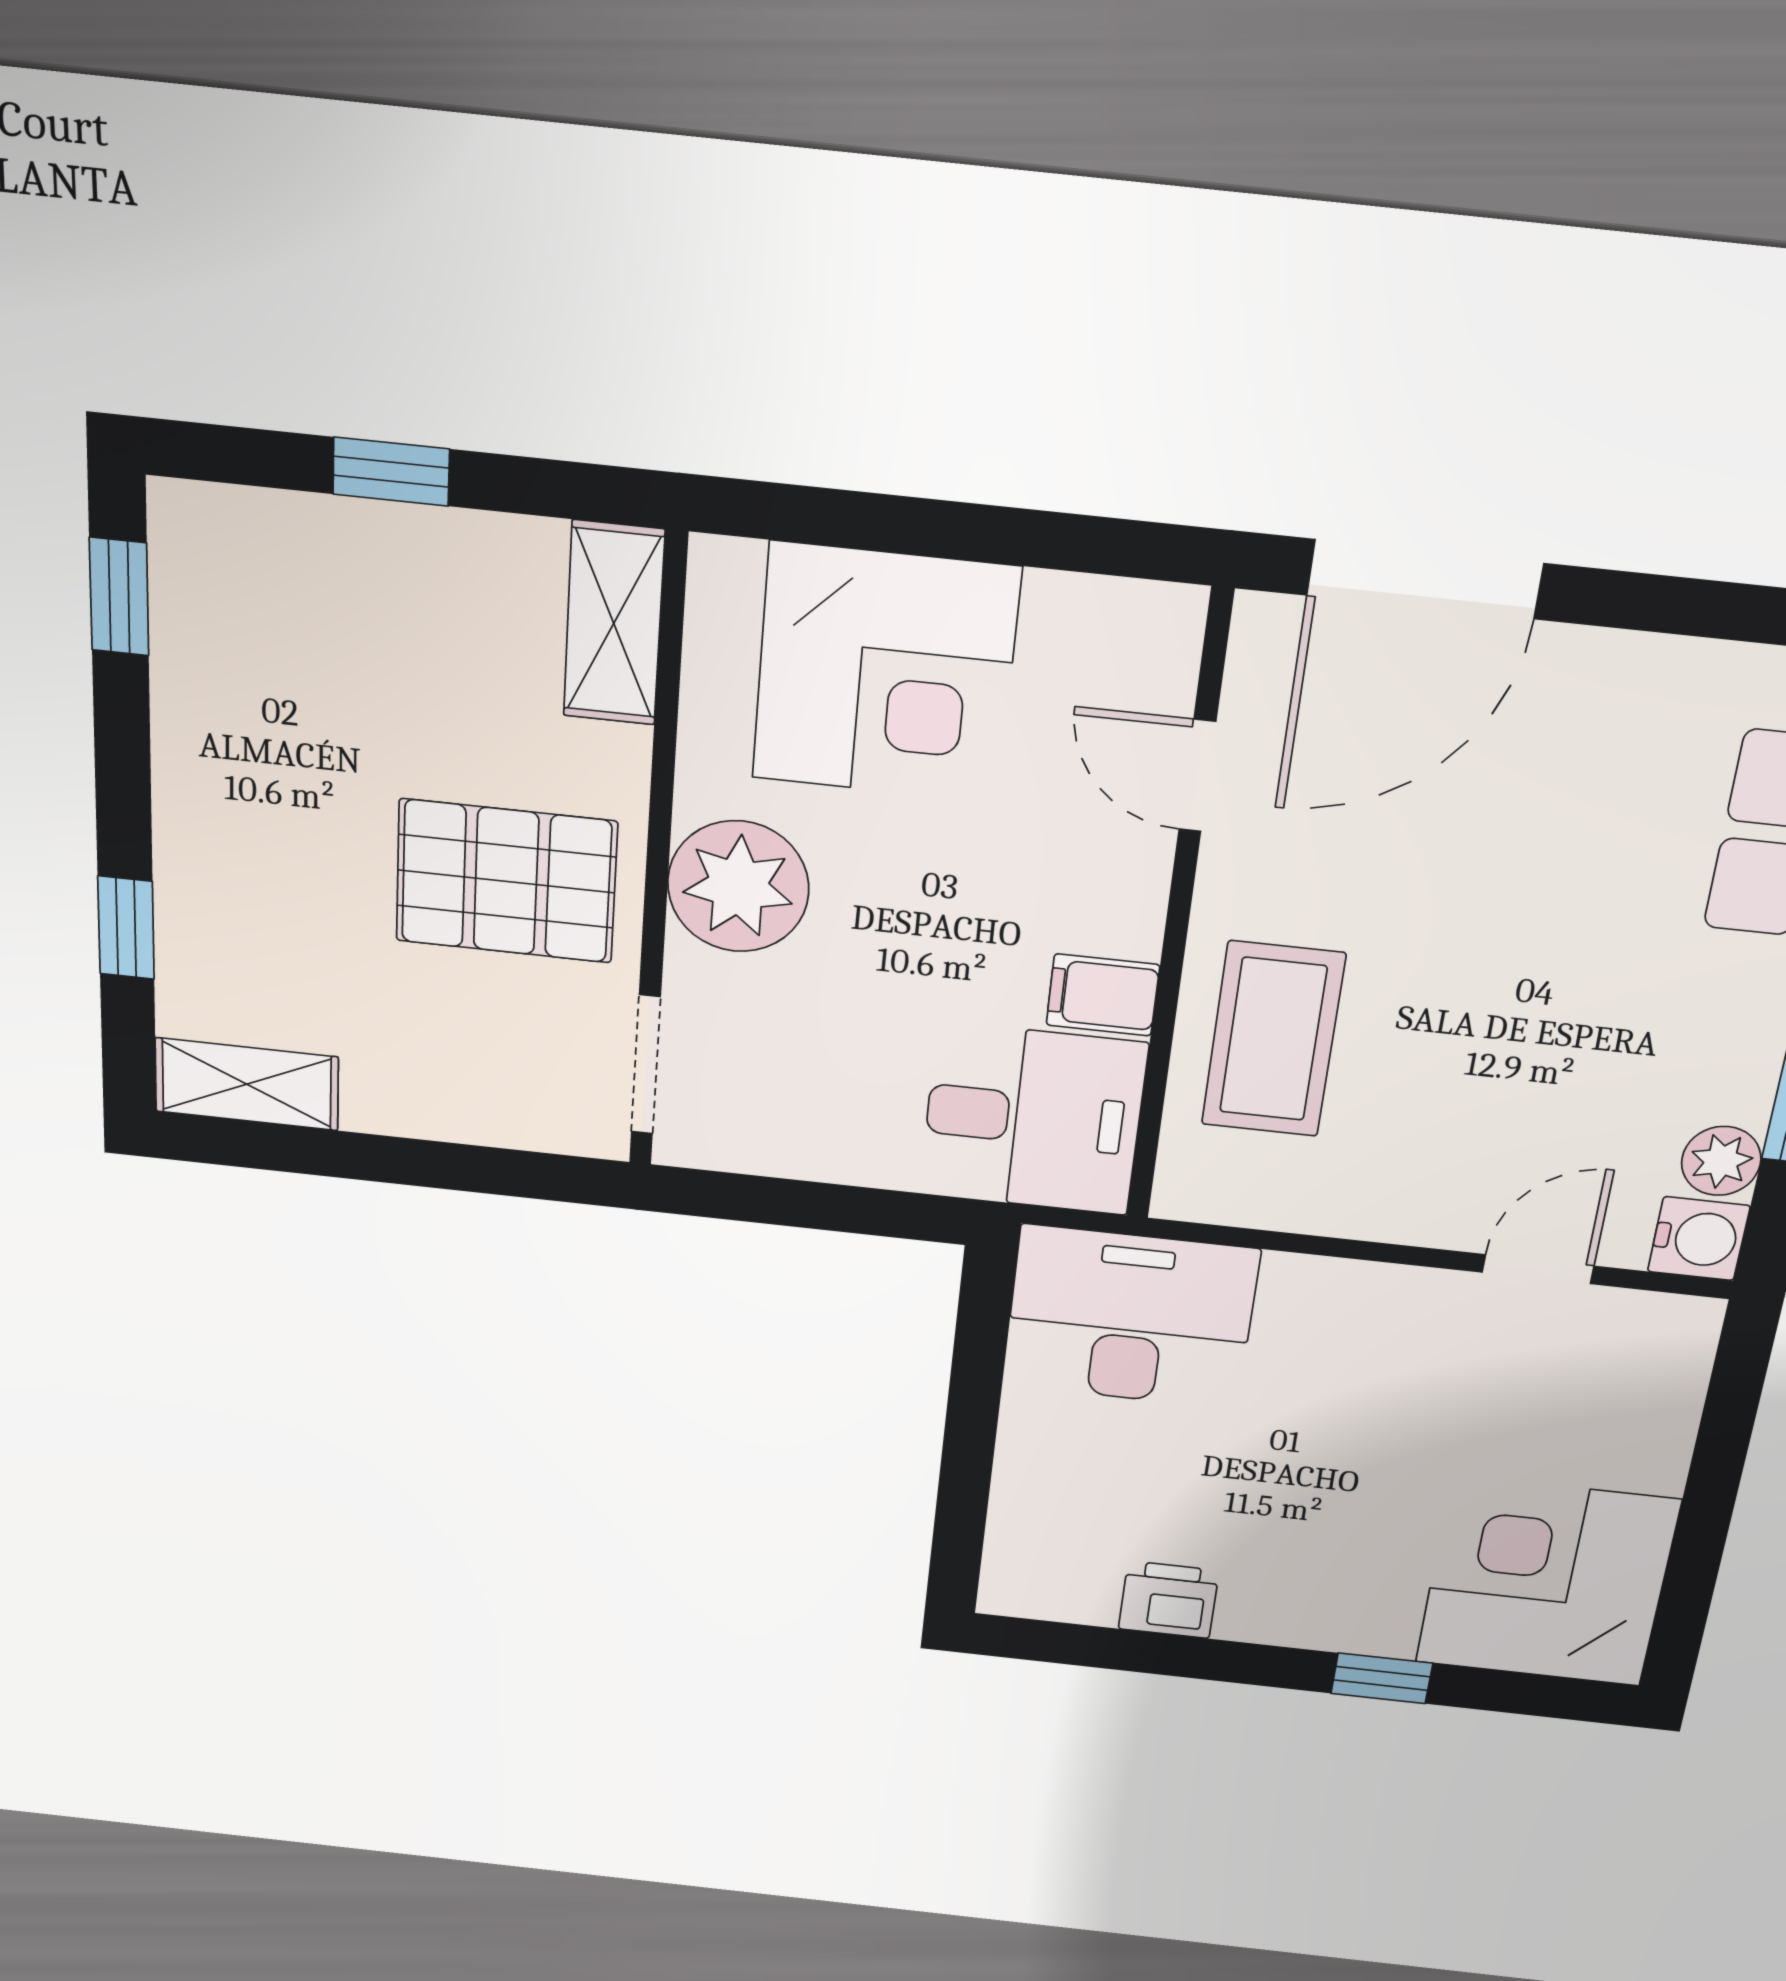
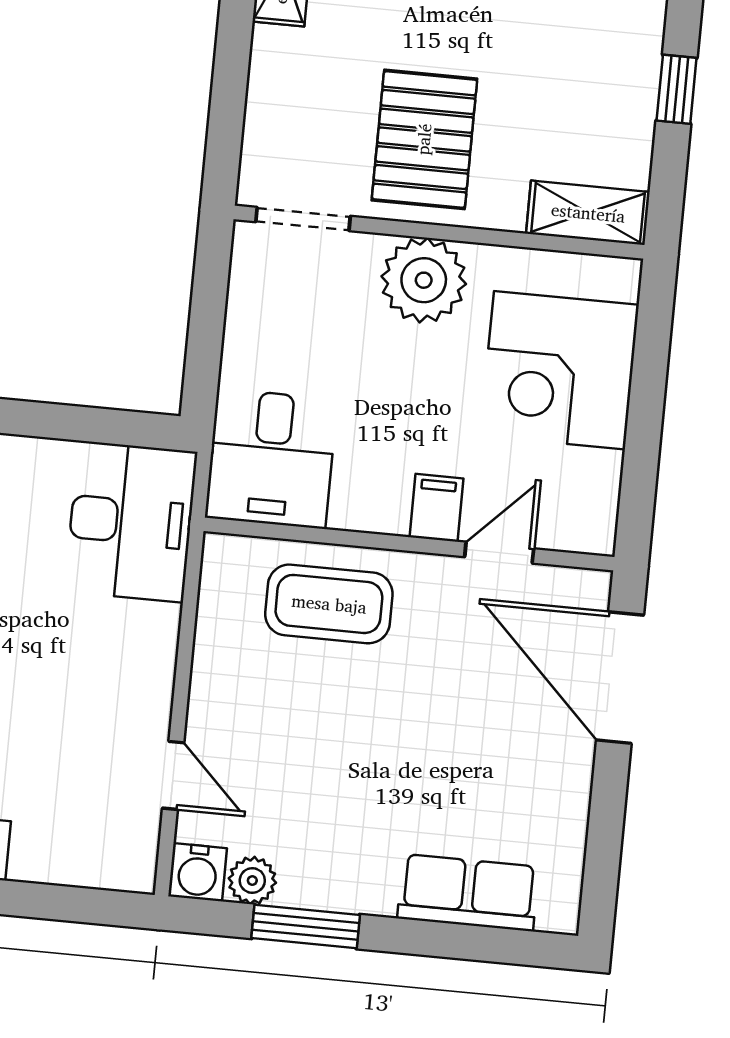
filing cabinet: (1103, 995) -> (437, 508), moved

